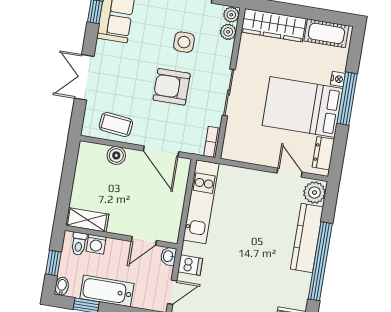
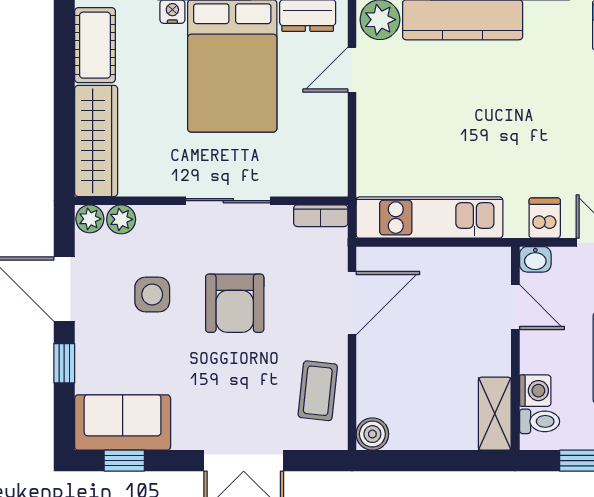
boiler: (116, 155) -> (372, 434), moved

